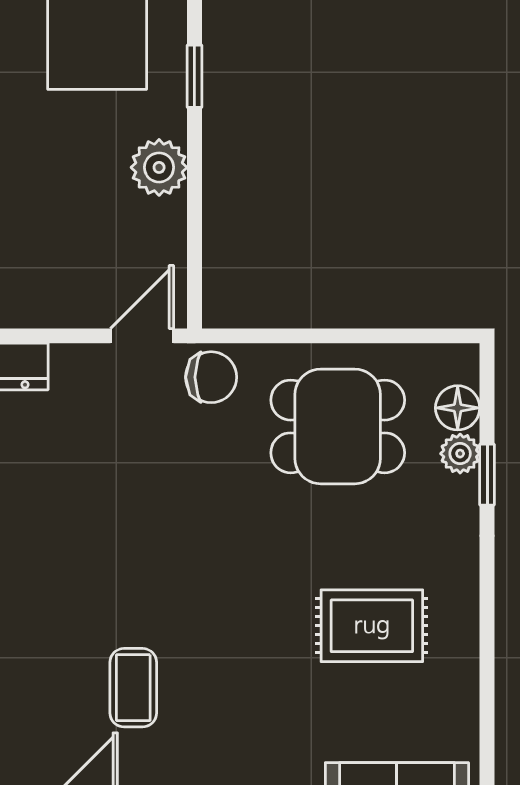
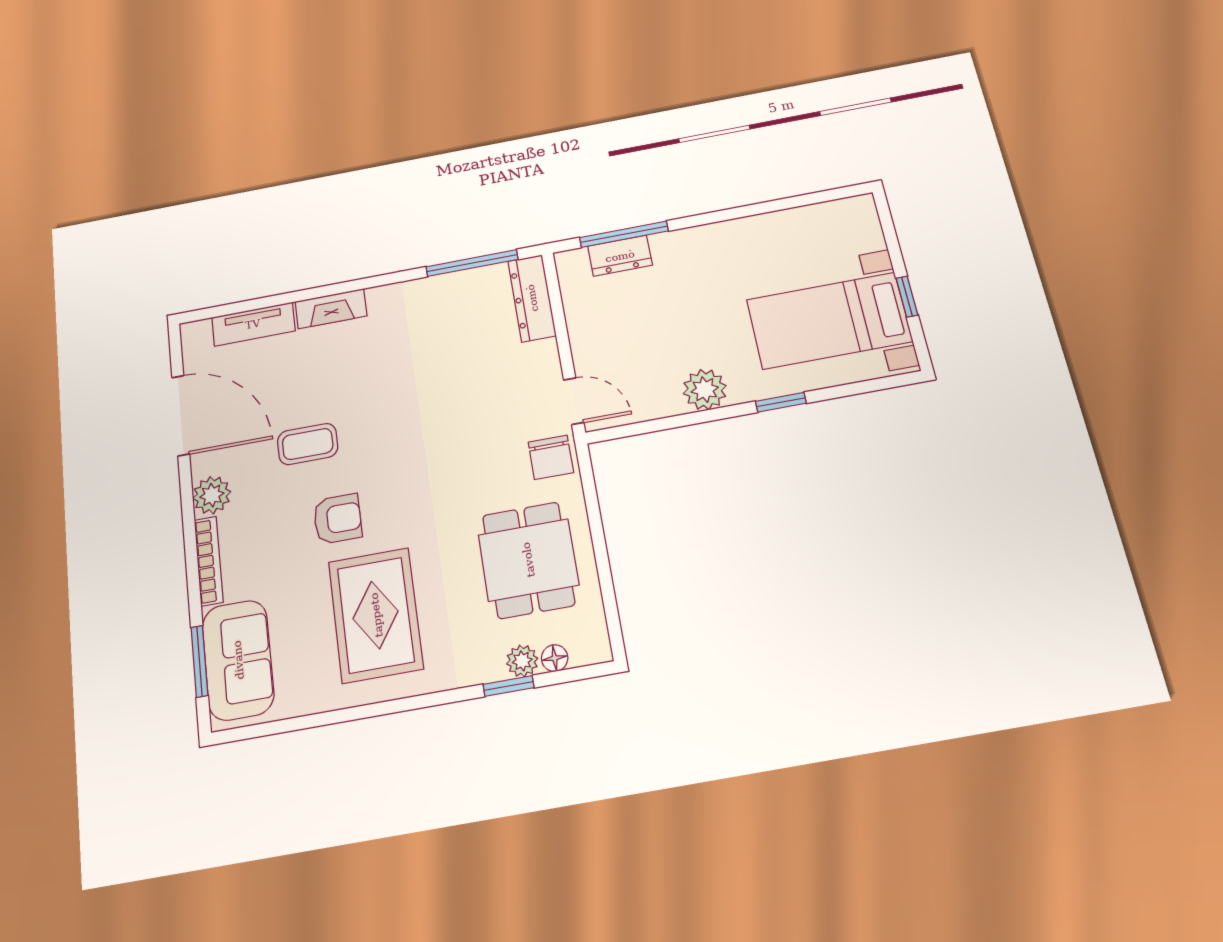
floor lamp: (458, 408) -> (555, 658), width x0.73, depth x0.73
rug: (372, 626) -> (376, 615), width x1.36, depth x1.43
armchair: (240, 660) -> (337, 519), added

